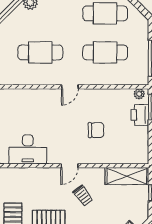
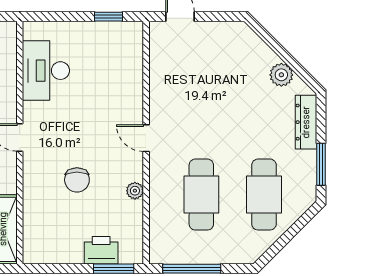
cafe table: (40, 52) -> (201, 91), removed
plant: (139, 94) -> (135, 191), moved

